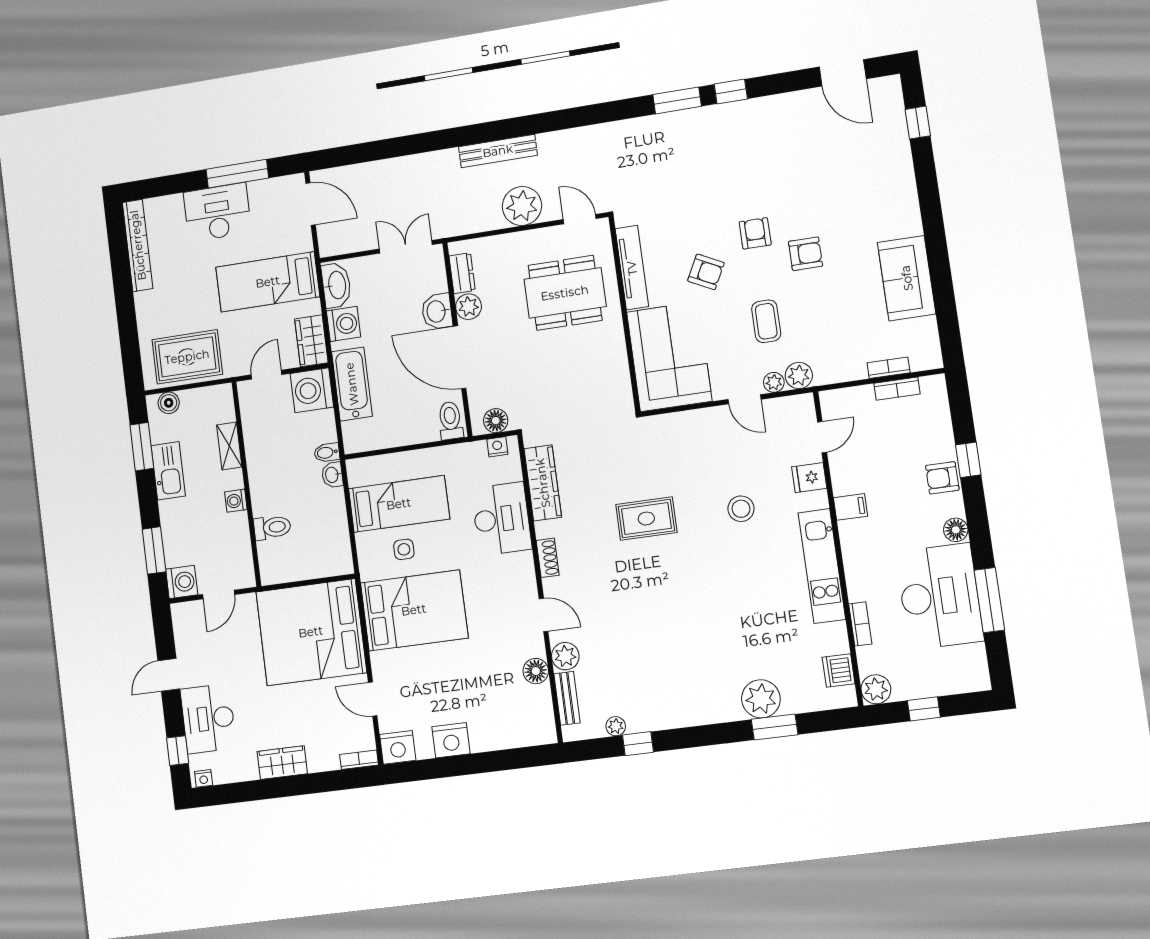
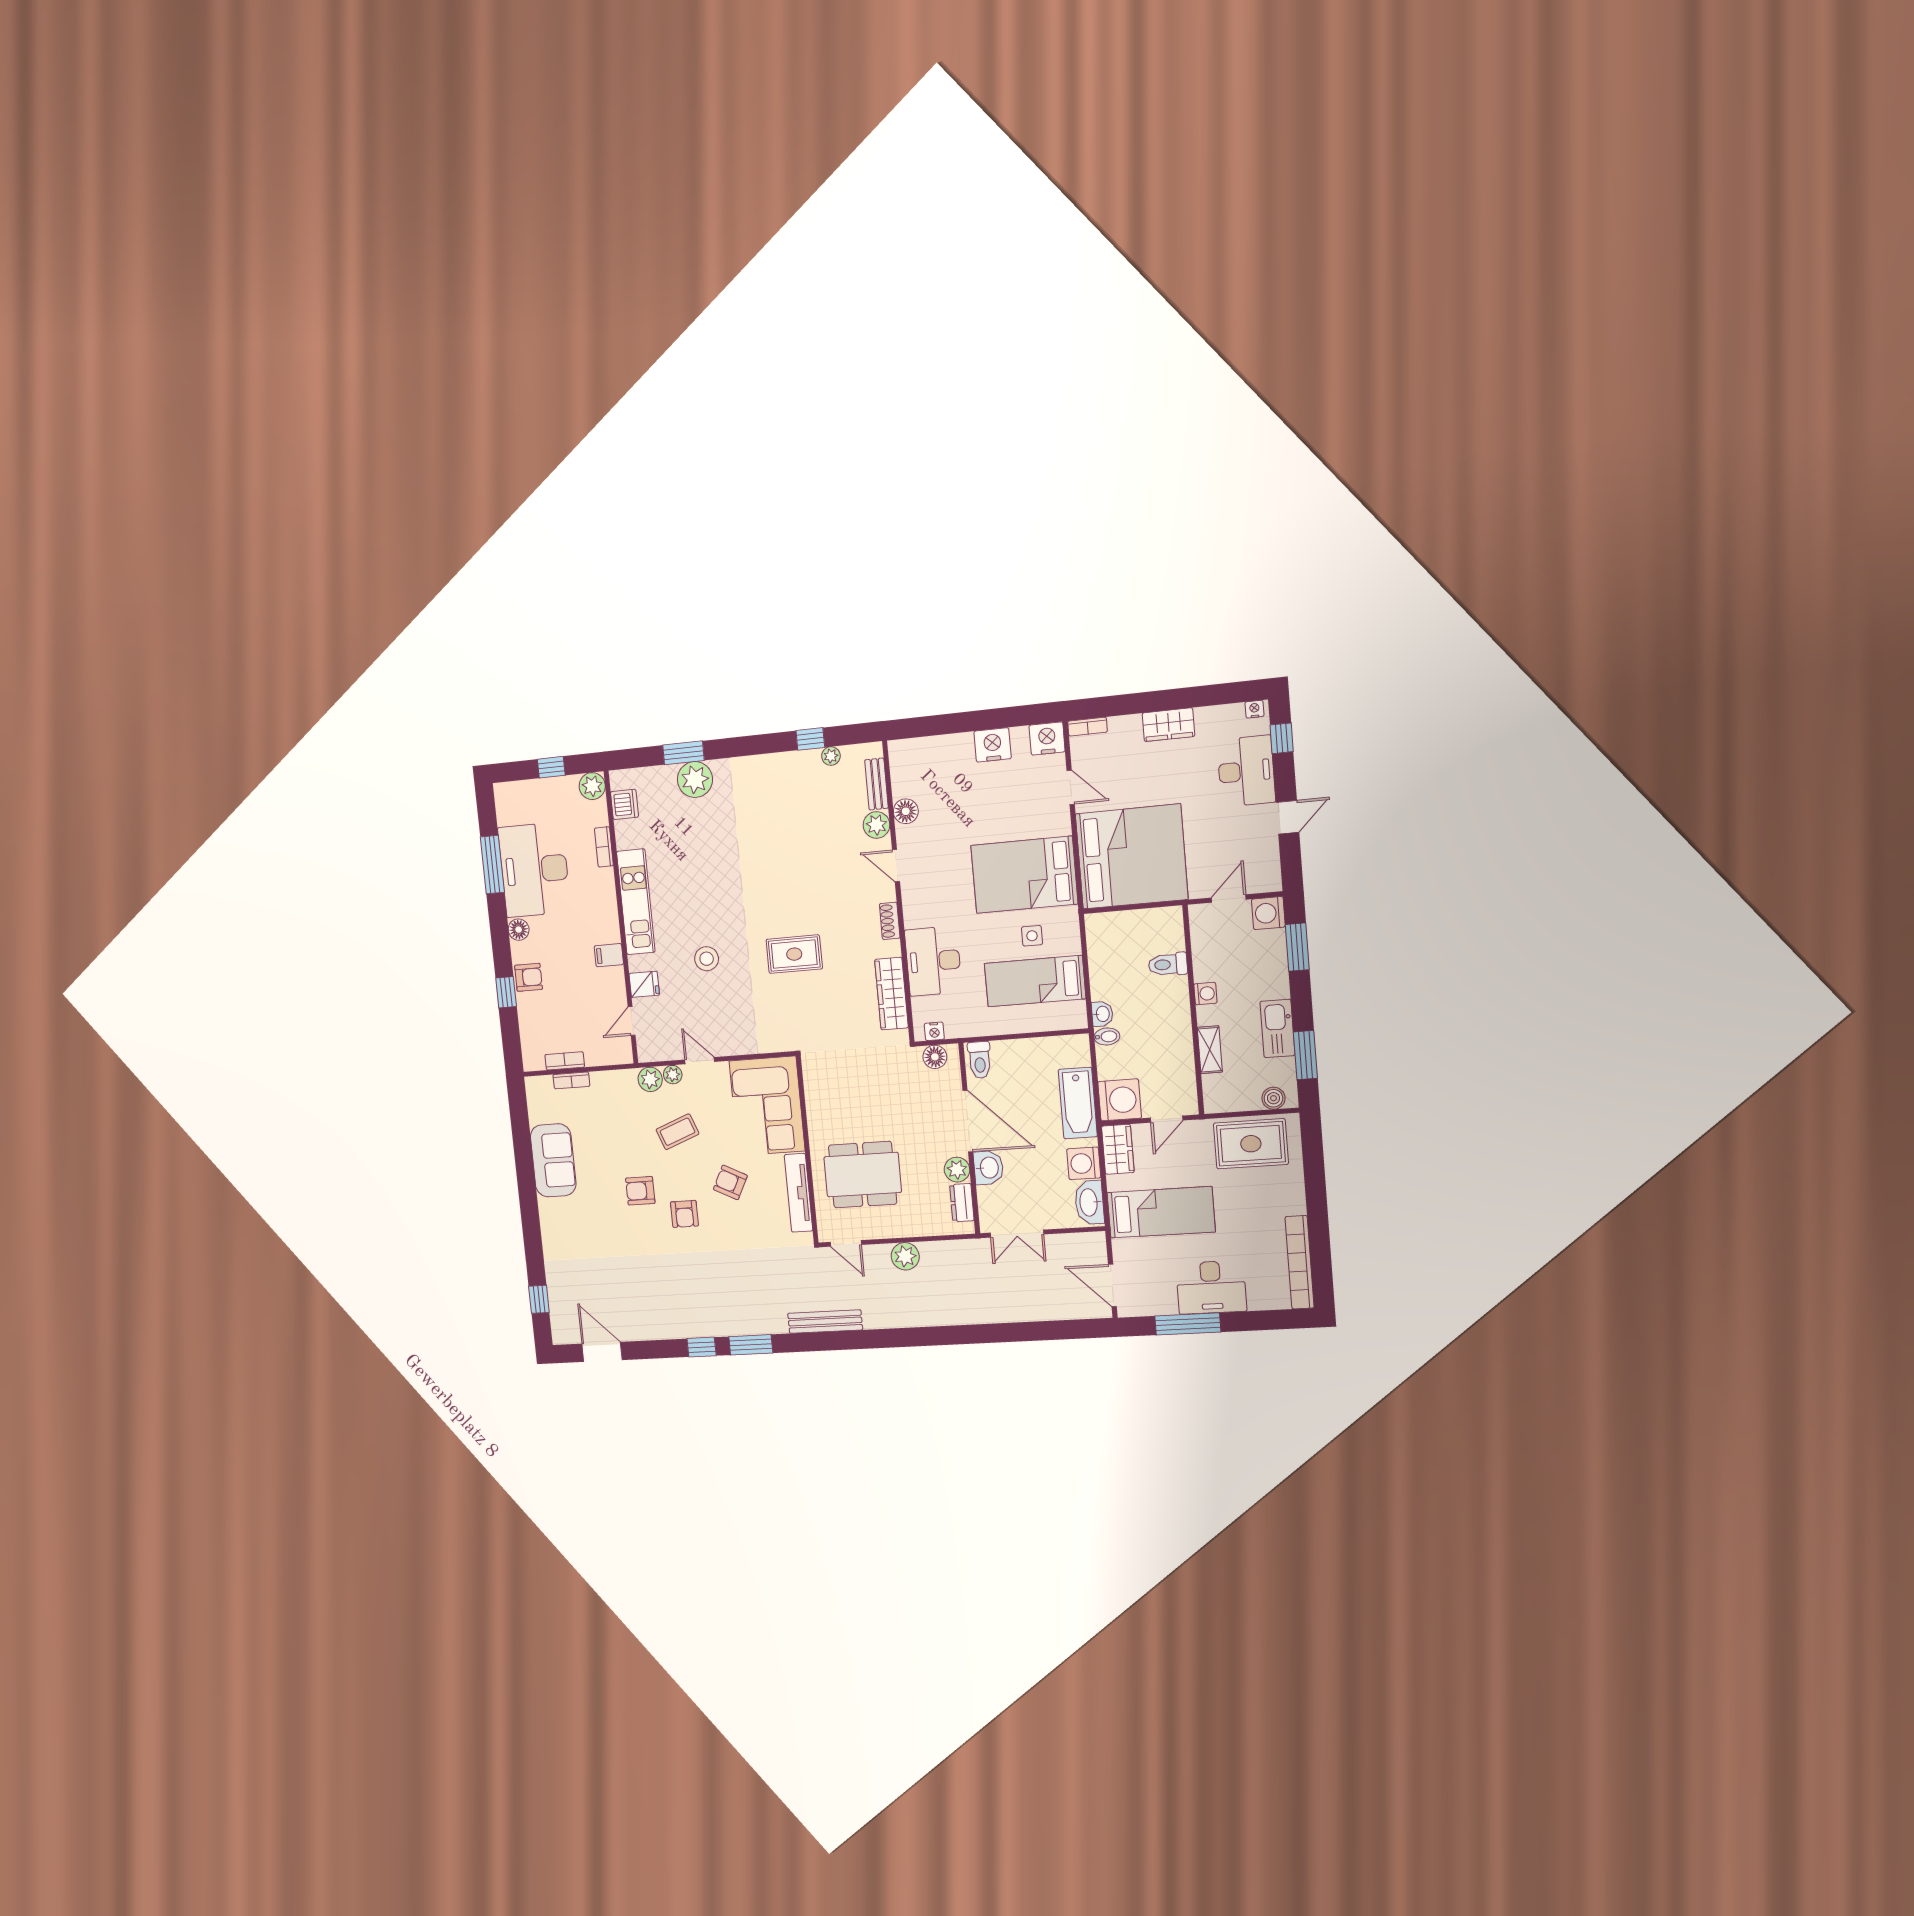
bench: (498, 151) -> (825, 1322), moved
plant: (522, 206) -> (905, 1256), width x0.73, depth x0.73
coffee table: (766, 321) -> (677, 1132), turned 69

